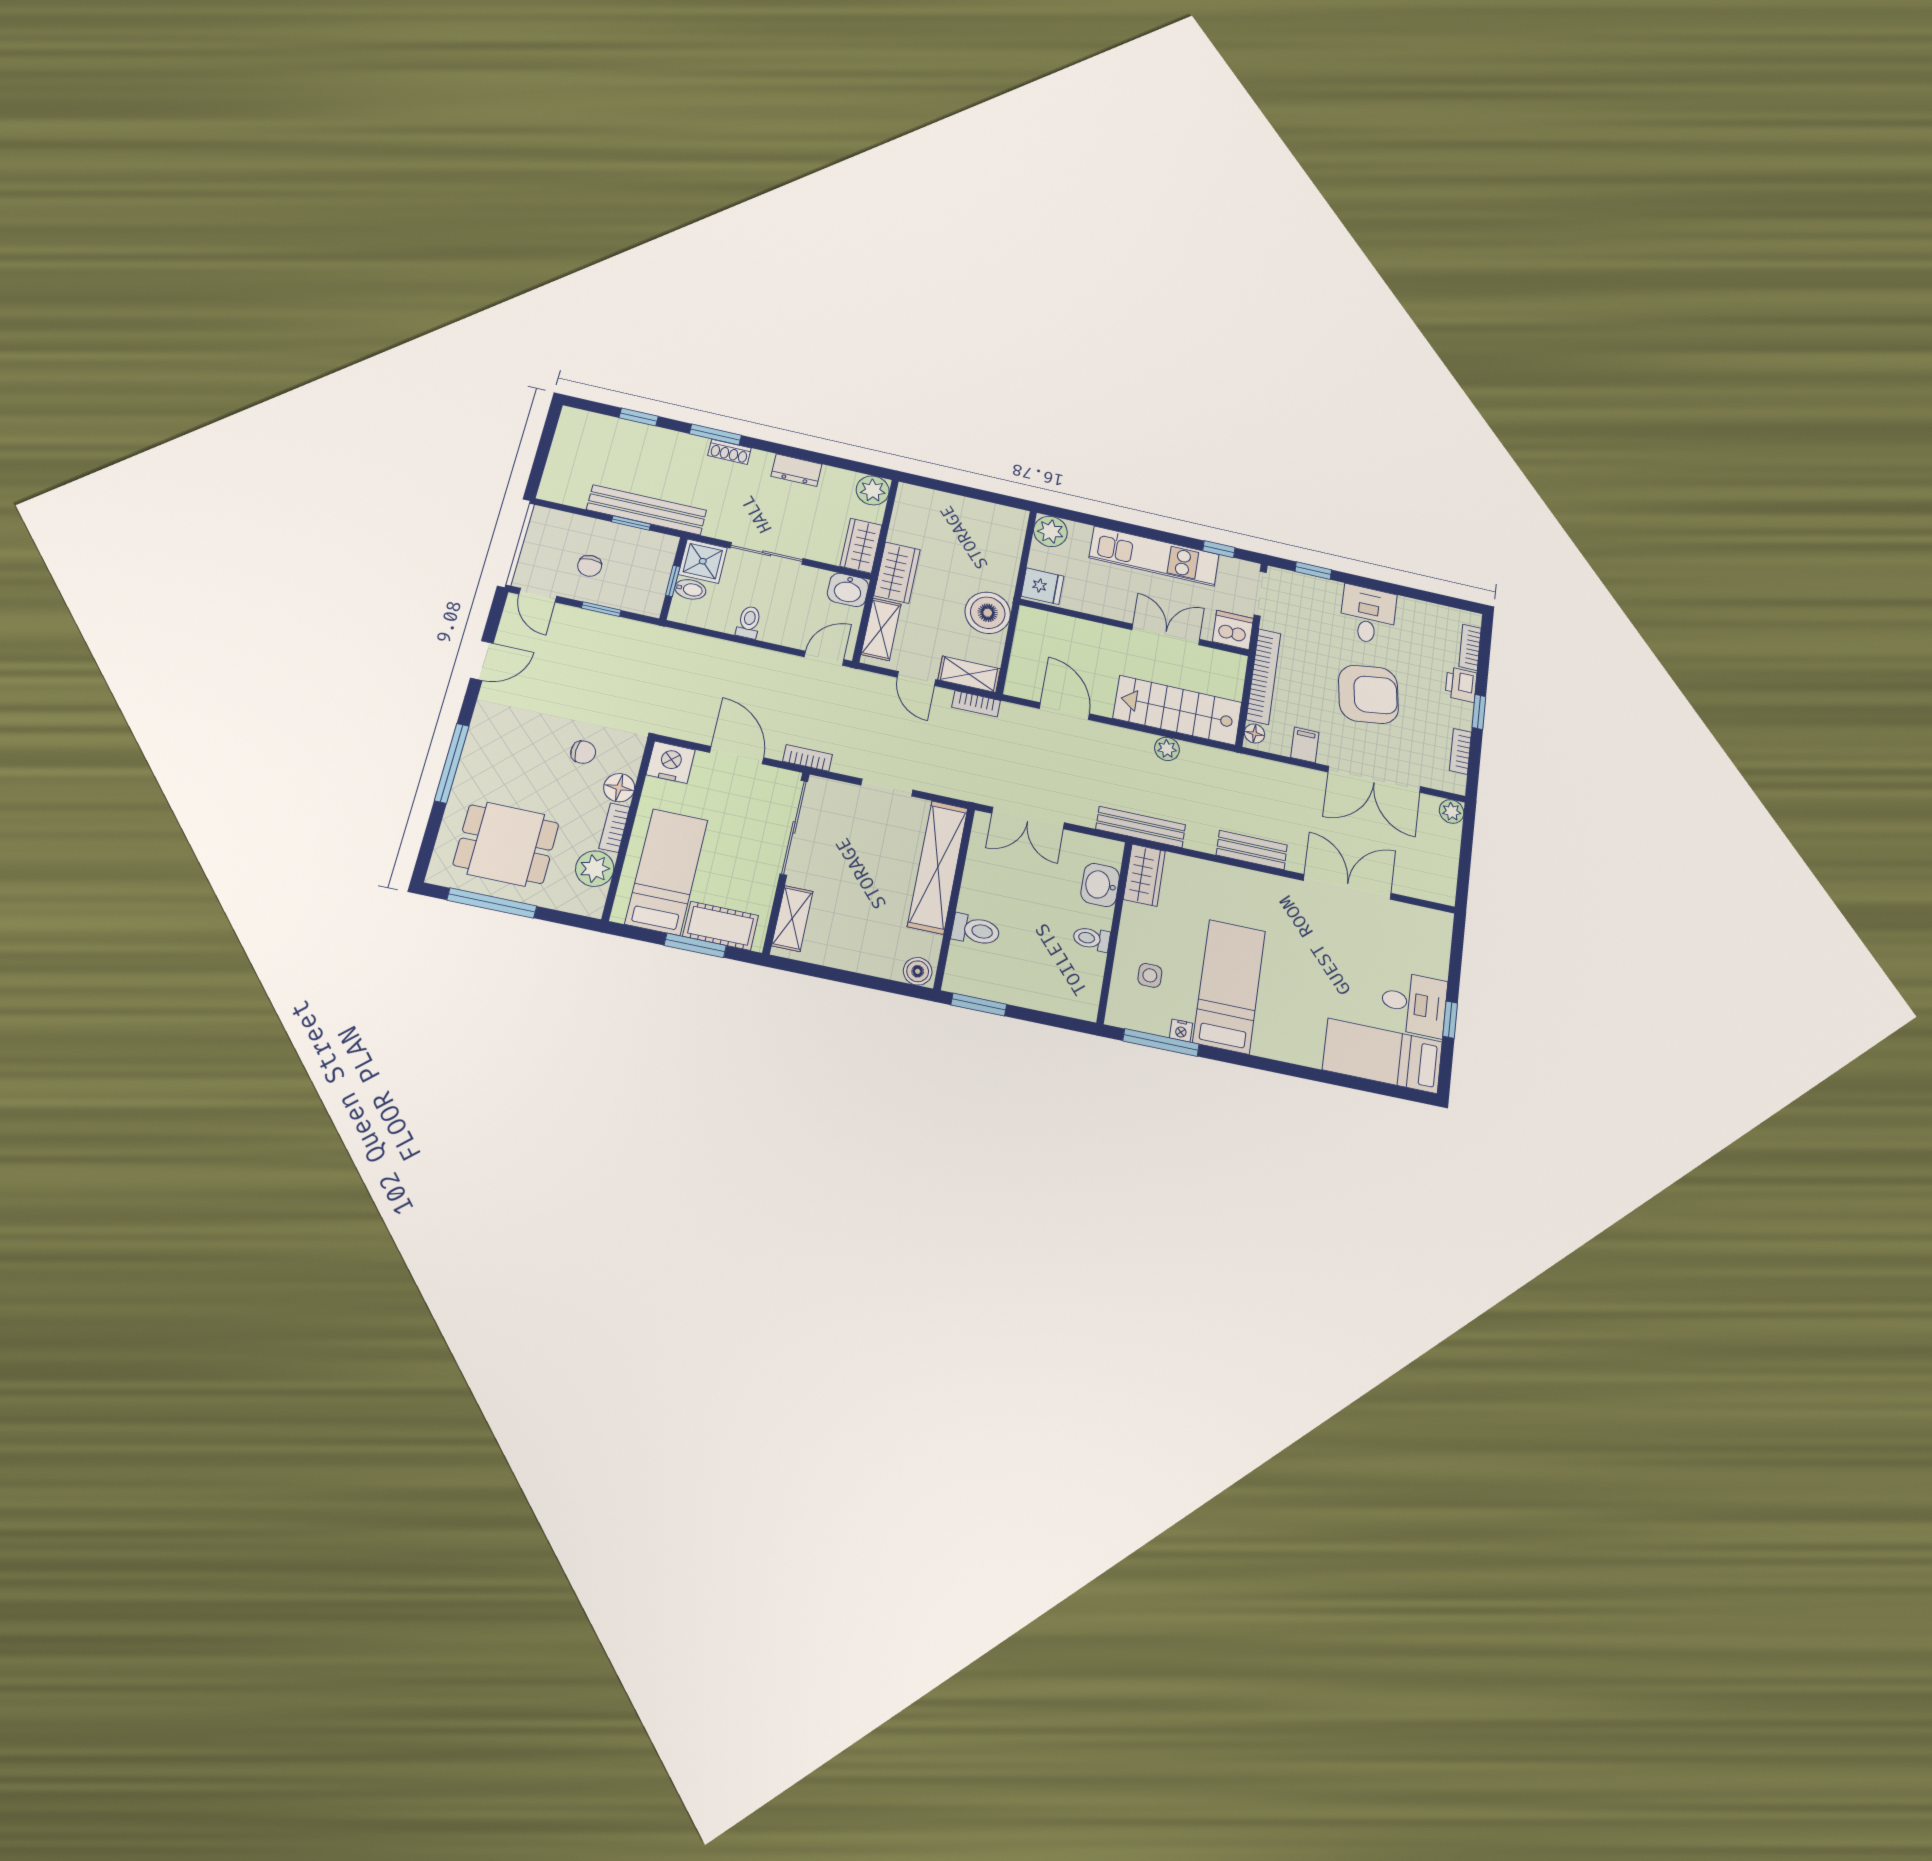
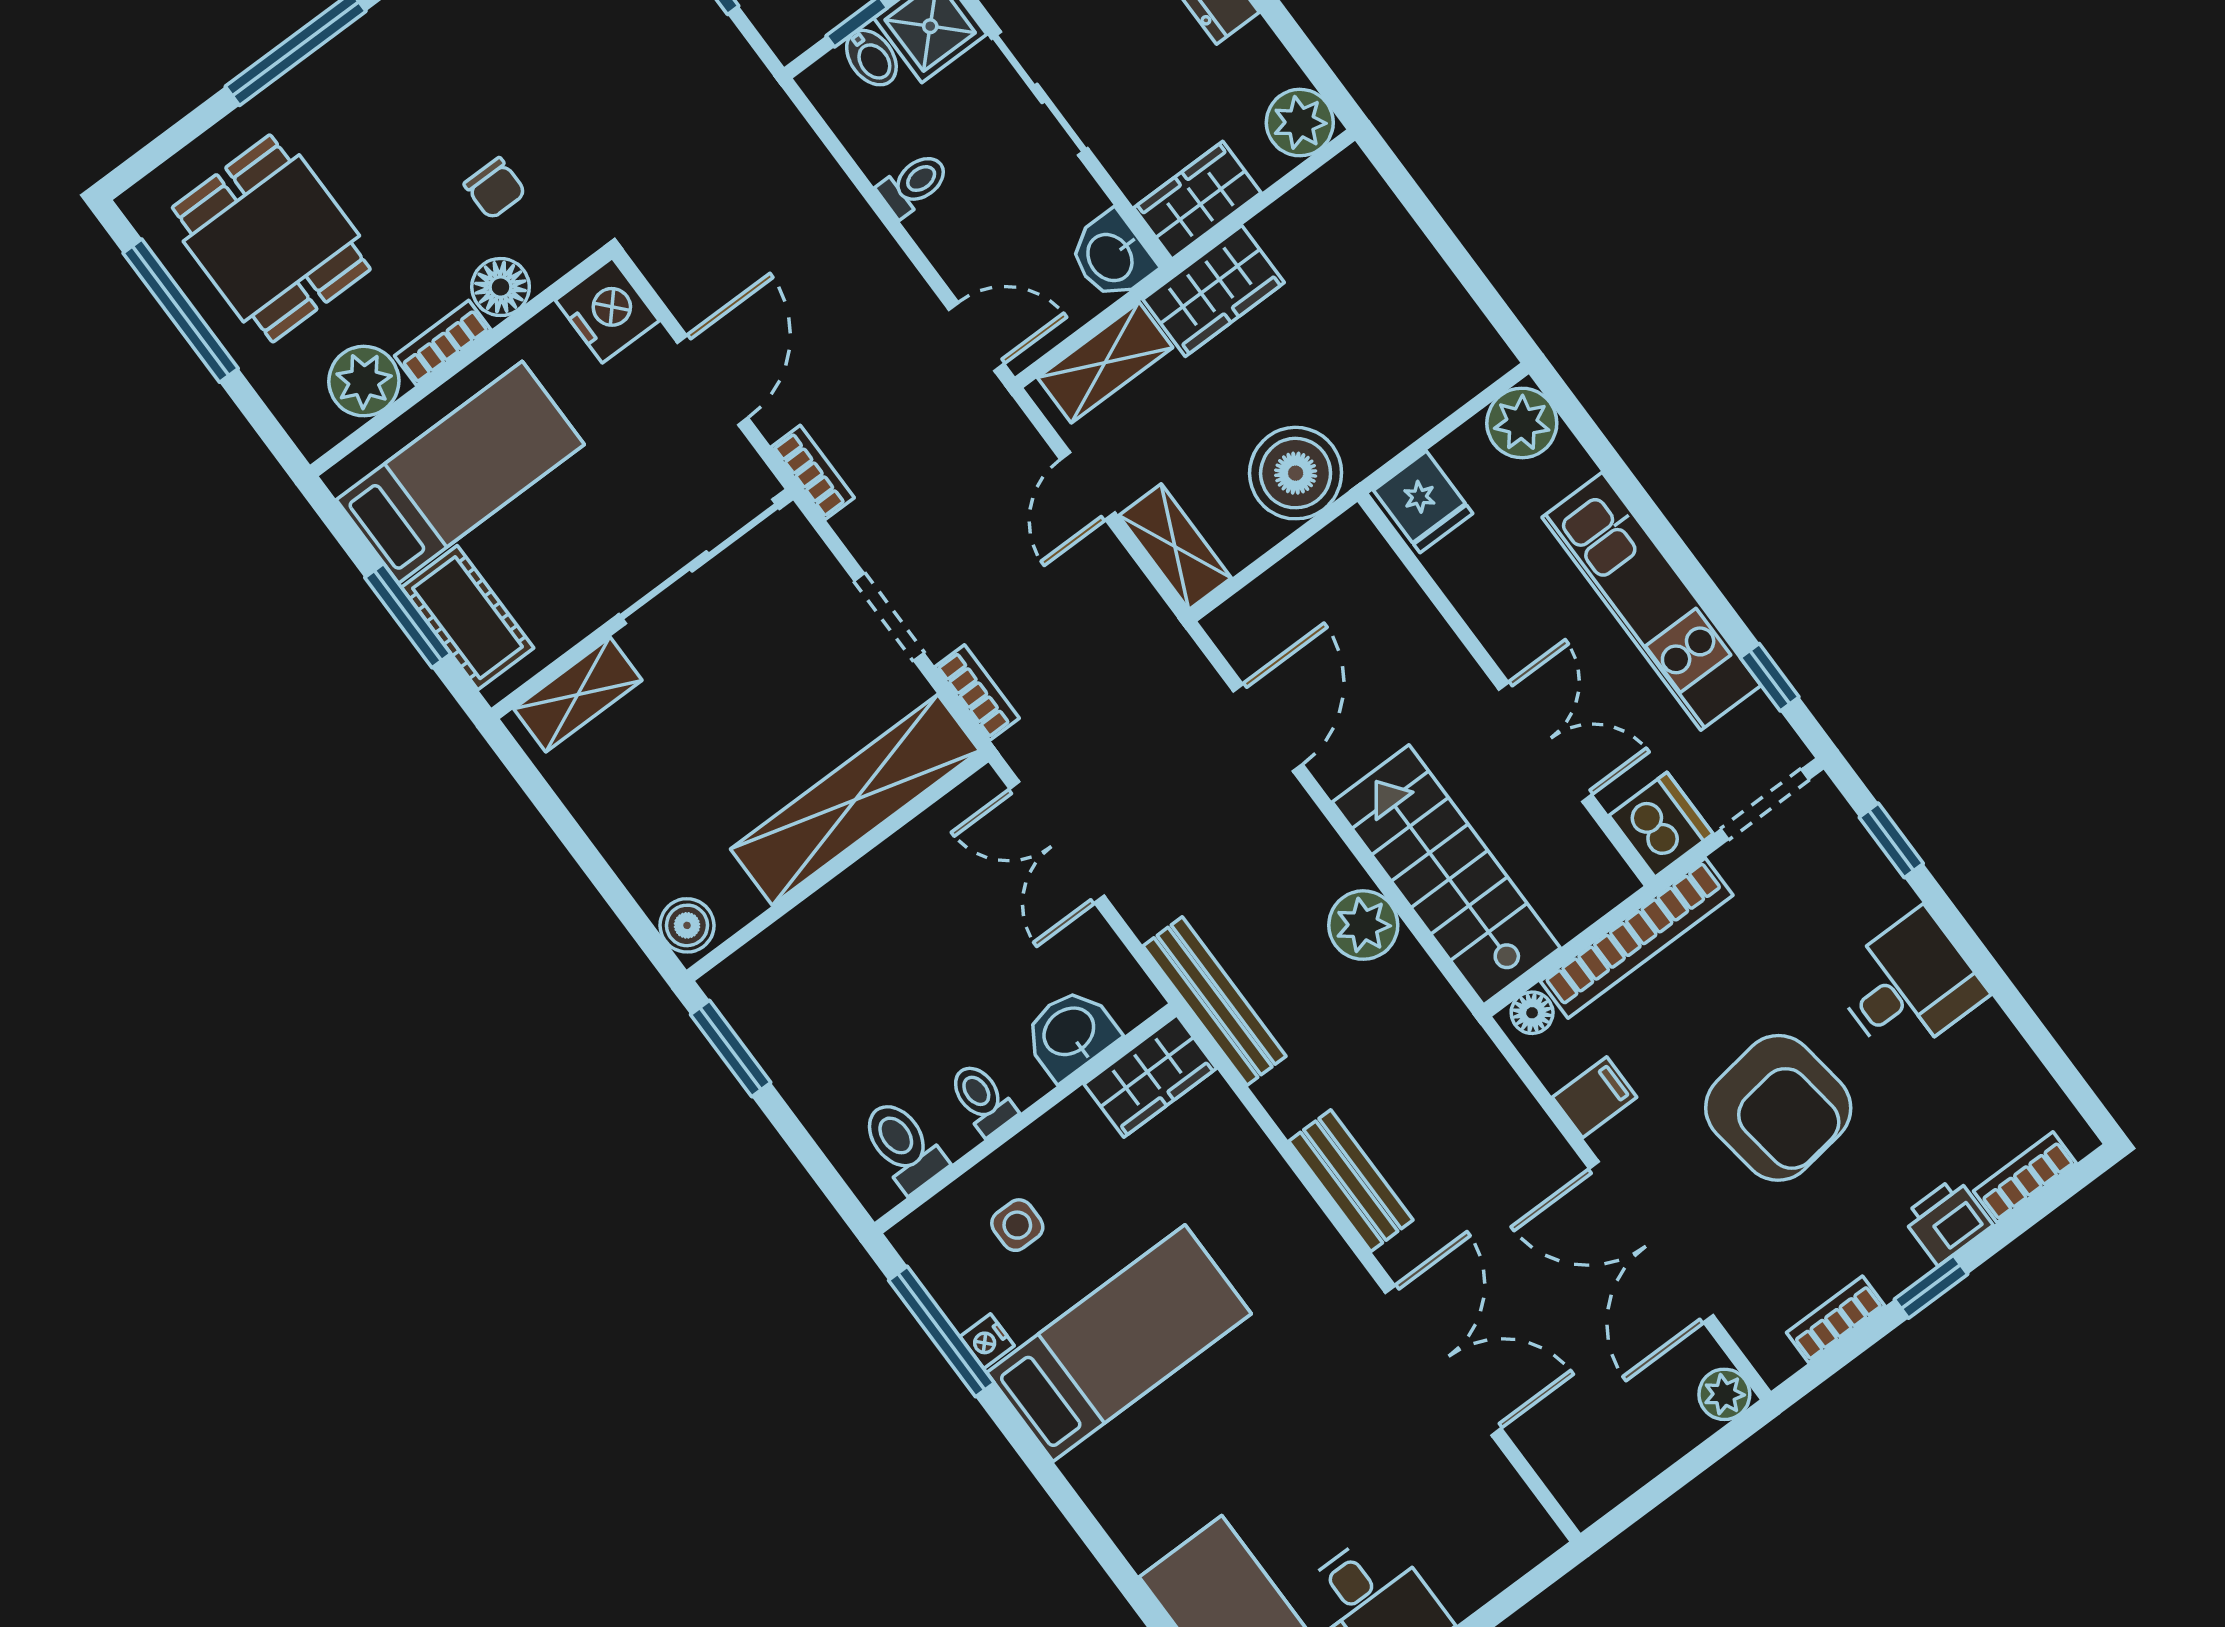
bookcase: (976, 704) -> (977, 692), moved, turned 180
plant: (1167, 749) -> (1363, 925), width x1.38, depth x1.38
toilet: (976, 930) -> (903, 1145), moved, turned 180

